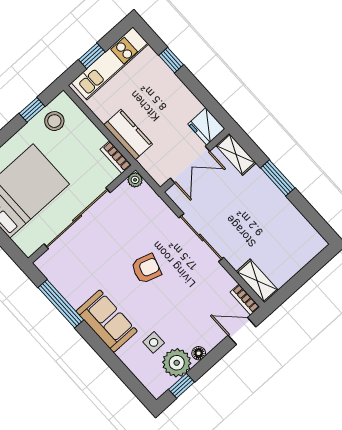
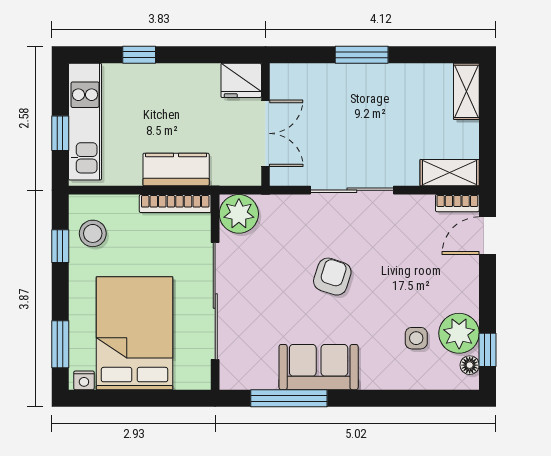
shelving: (236, 154) -> (466, 91), moved, turned 90
bookcase: (116, 157) -> (175, 204), width x1.56
plant: (135, 180) -> (239, 214), width x1.88, depth x1.88
sofa: (107, 321) -> (319, 367), moved
floor lamp: (199, 353) -> (470, 365), moved

